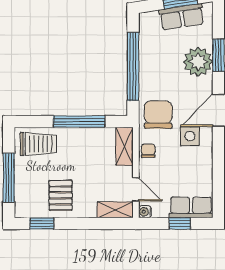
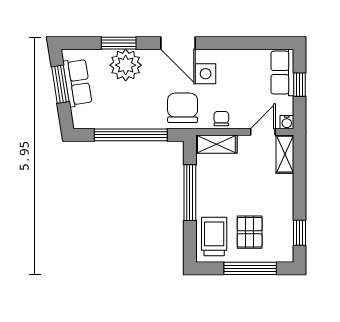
chair: (158, 115) -> (183, 108), turned 90
chair: (148, 151) -> (221, 119), turned 90
pallet: (61, 195) -> (250, 232), moved, turned 90

